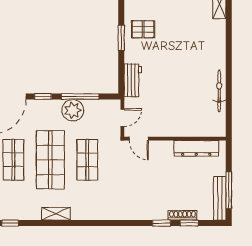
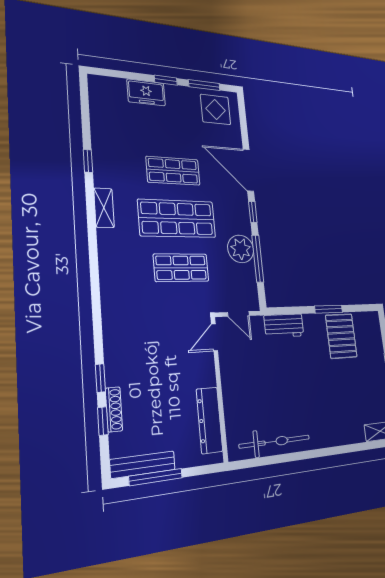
pallet: (143, 29) -> (341, 336), width x1.50, depth x1.42
bicycle: (219, 91) -> (275, 442), width x1.37, depth x1.40
shelving: (56, 214) -> (104, 208), moved

